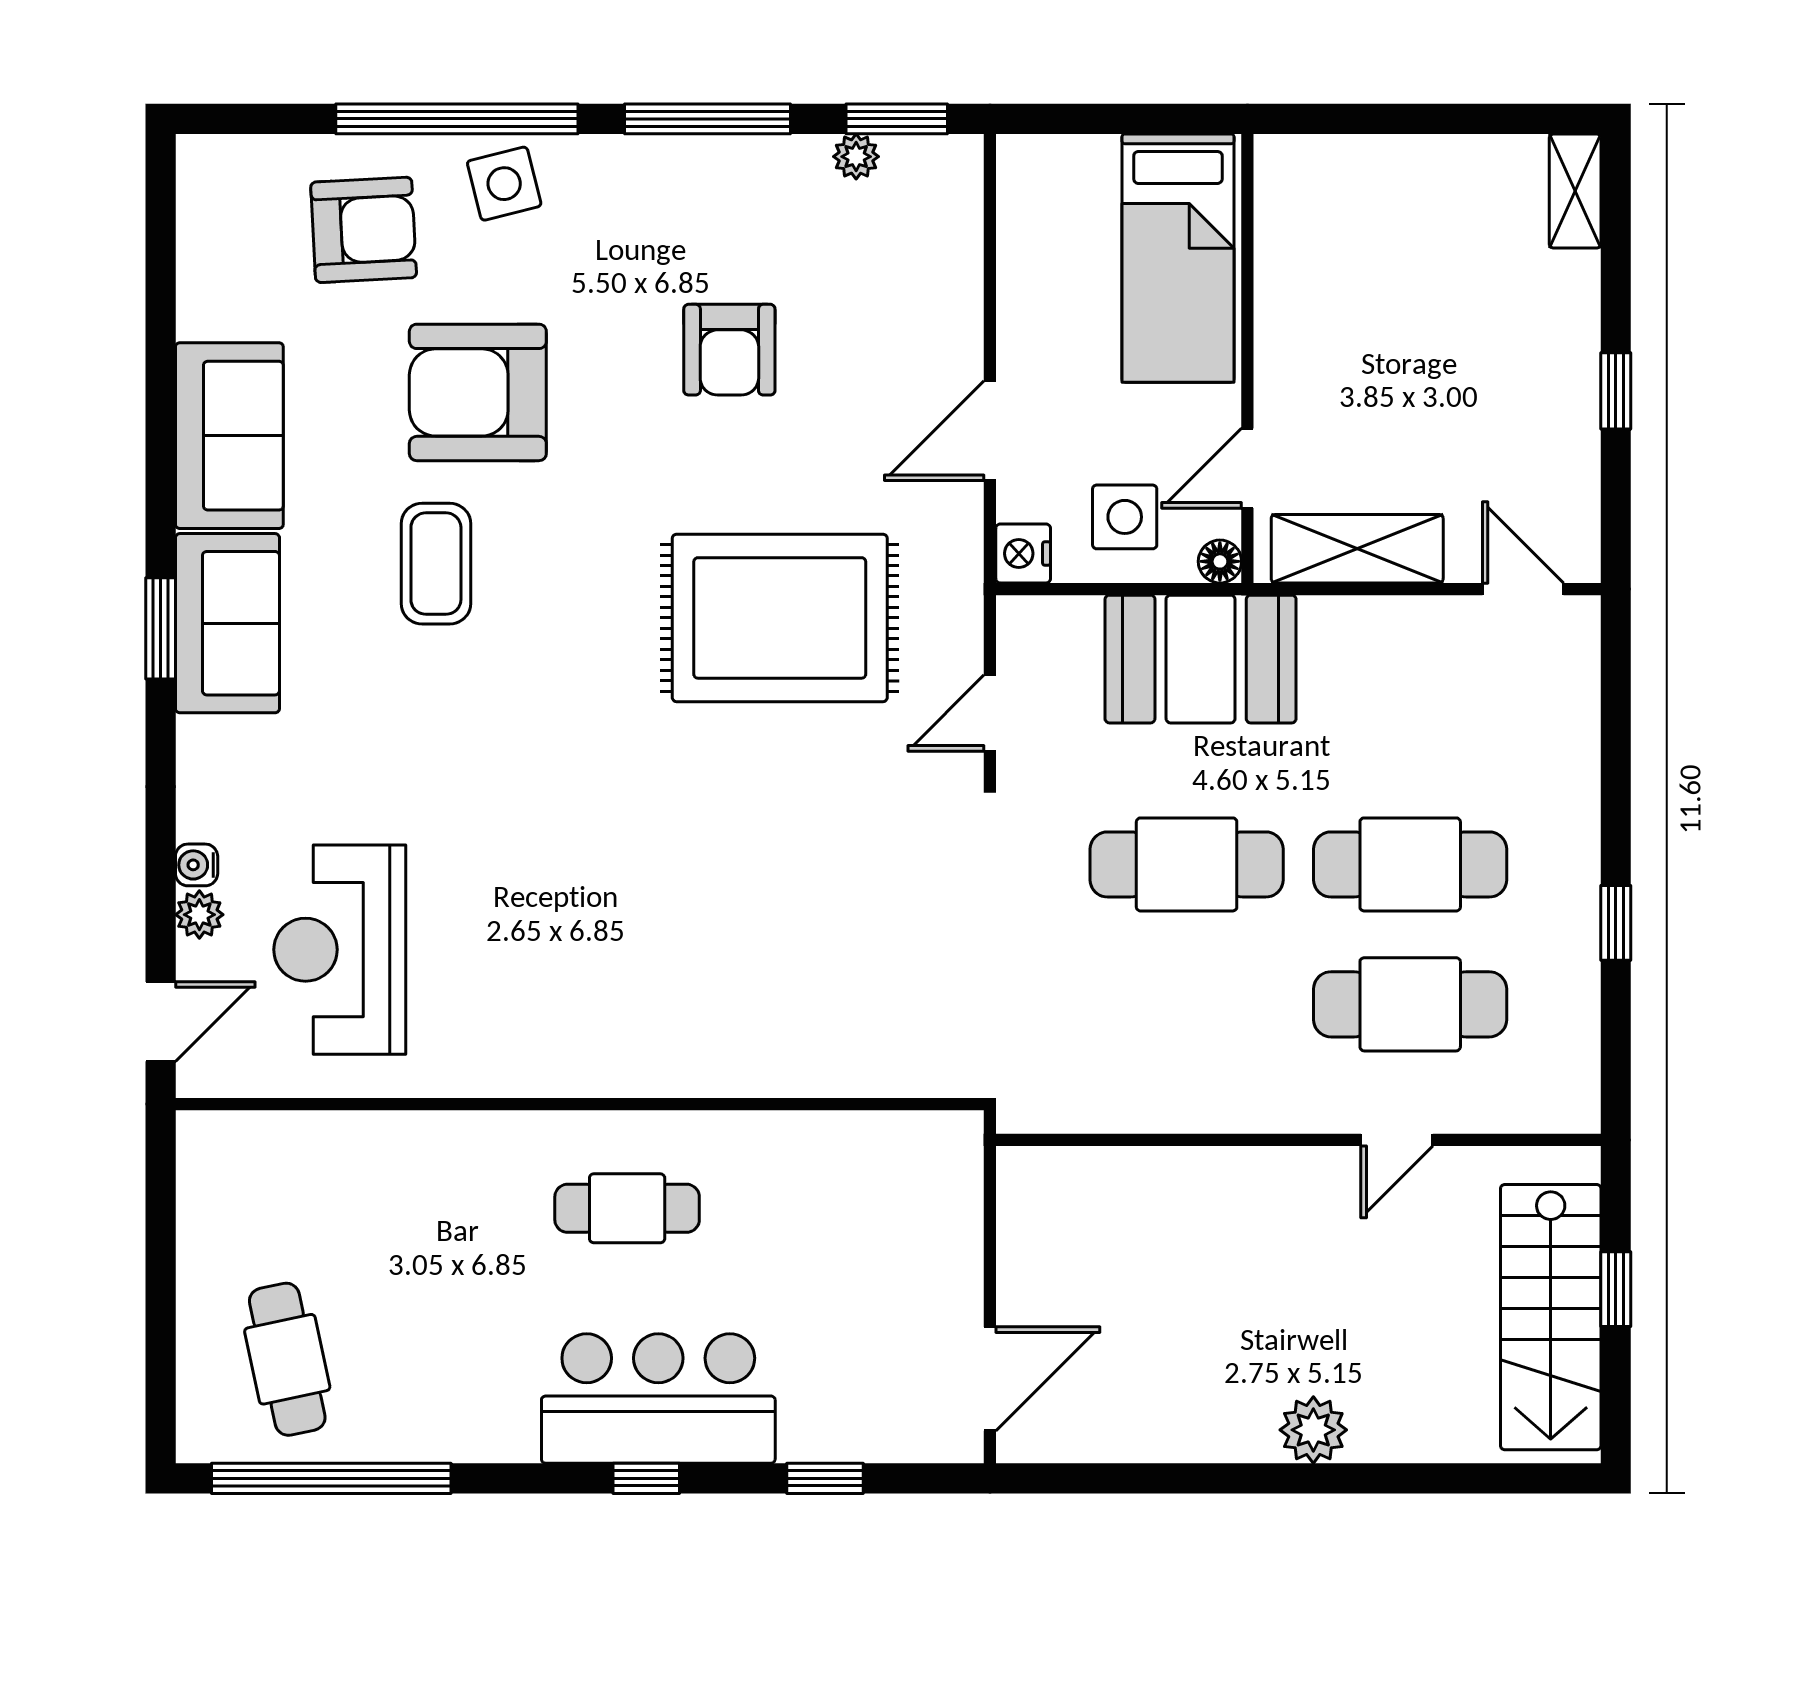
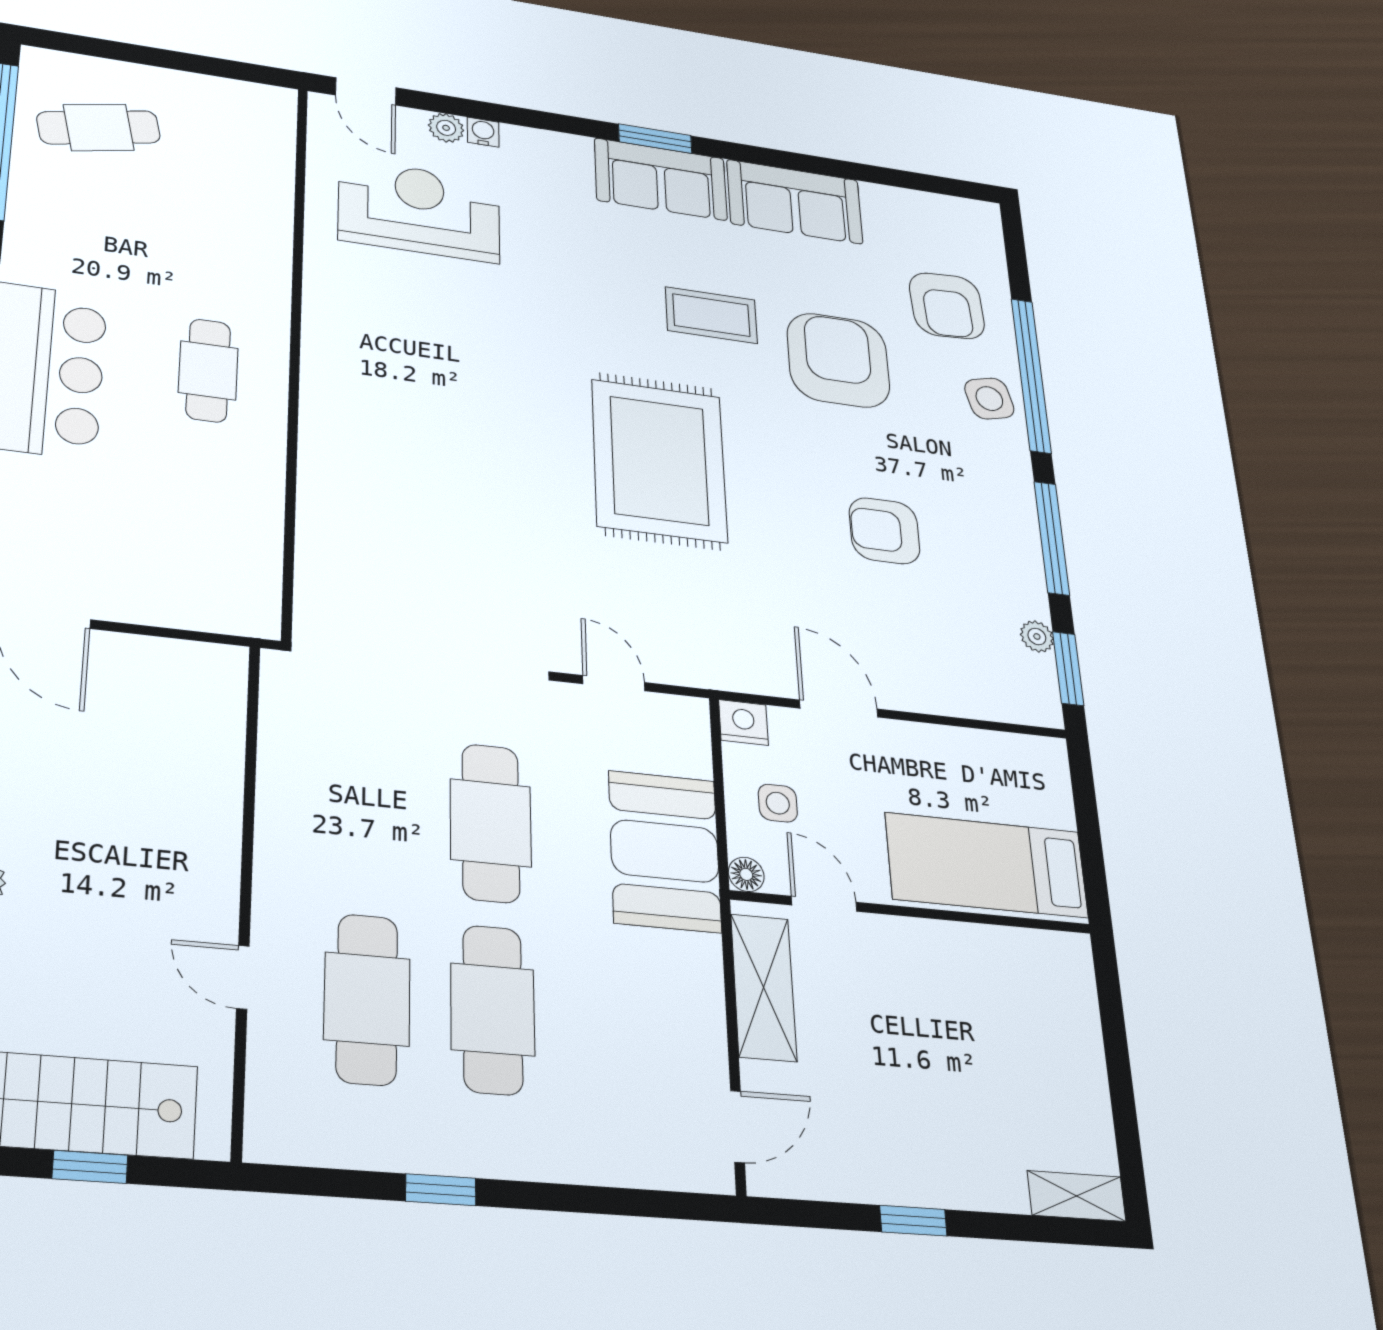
side table: (1125, 517) -> (778, 803), width x0.73, depth x0.73
rug: (780, 618) -> (659, 461), moved

